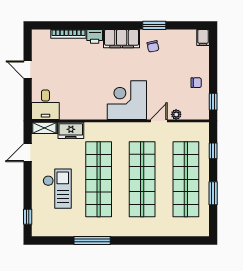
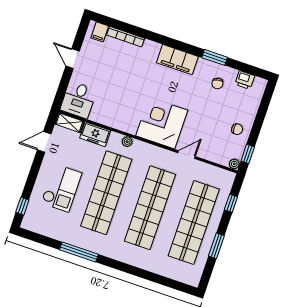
printer: (95, 36) -> (245, 80), moved
filing cabinet: (203, 38) -> (100, 32), moved
chair: (153, 46) -> (217, 83), moved
plant: (176, 114) -> (234, 164), moved
plant: (102, 127) -> (127, 142), added

